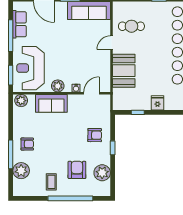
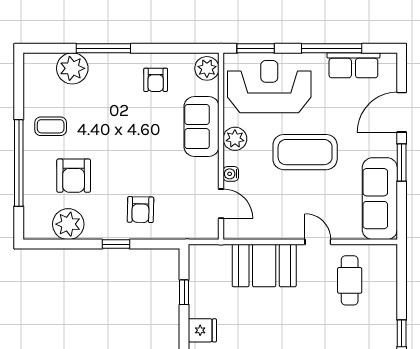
coffee table: (65, 49) -> (305, 152), added
armchair: (27, 144) -> (156, 80), moved
armchair: (77, 170) -> (74, 176), turned 90

